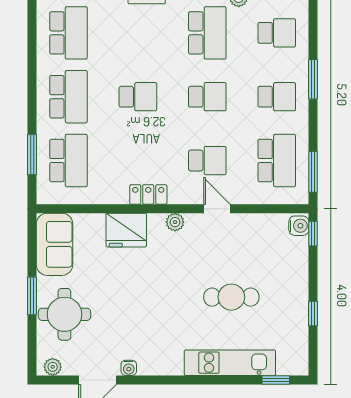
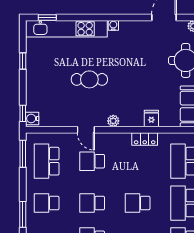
locker: (148, 194) -> (145, 139), moved
fridge: (126, 230) -> (151, 118), width x0.53, depth x0.75
cafe table: (231, 297) -> (89, 79), moved
kitchen unit: (230, 363) -> (66, 29), width x1.36
water cooler: (129, 368) -> (113, 25), moved

